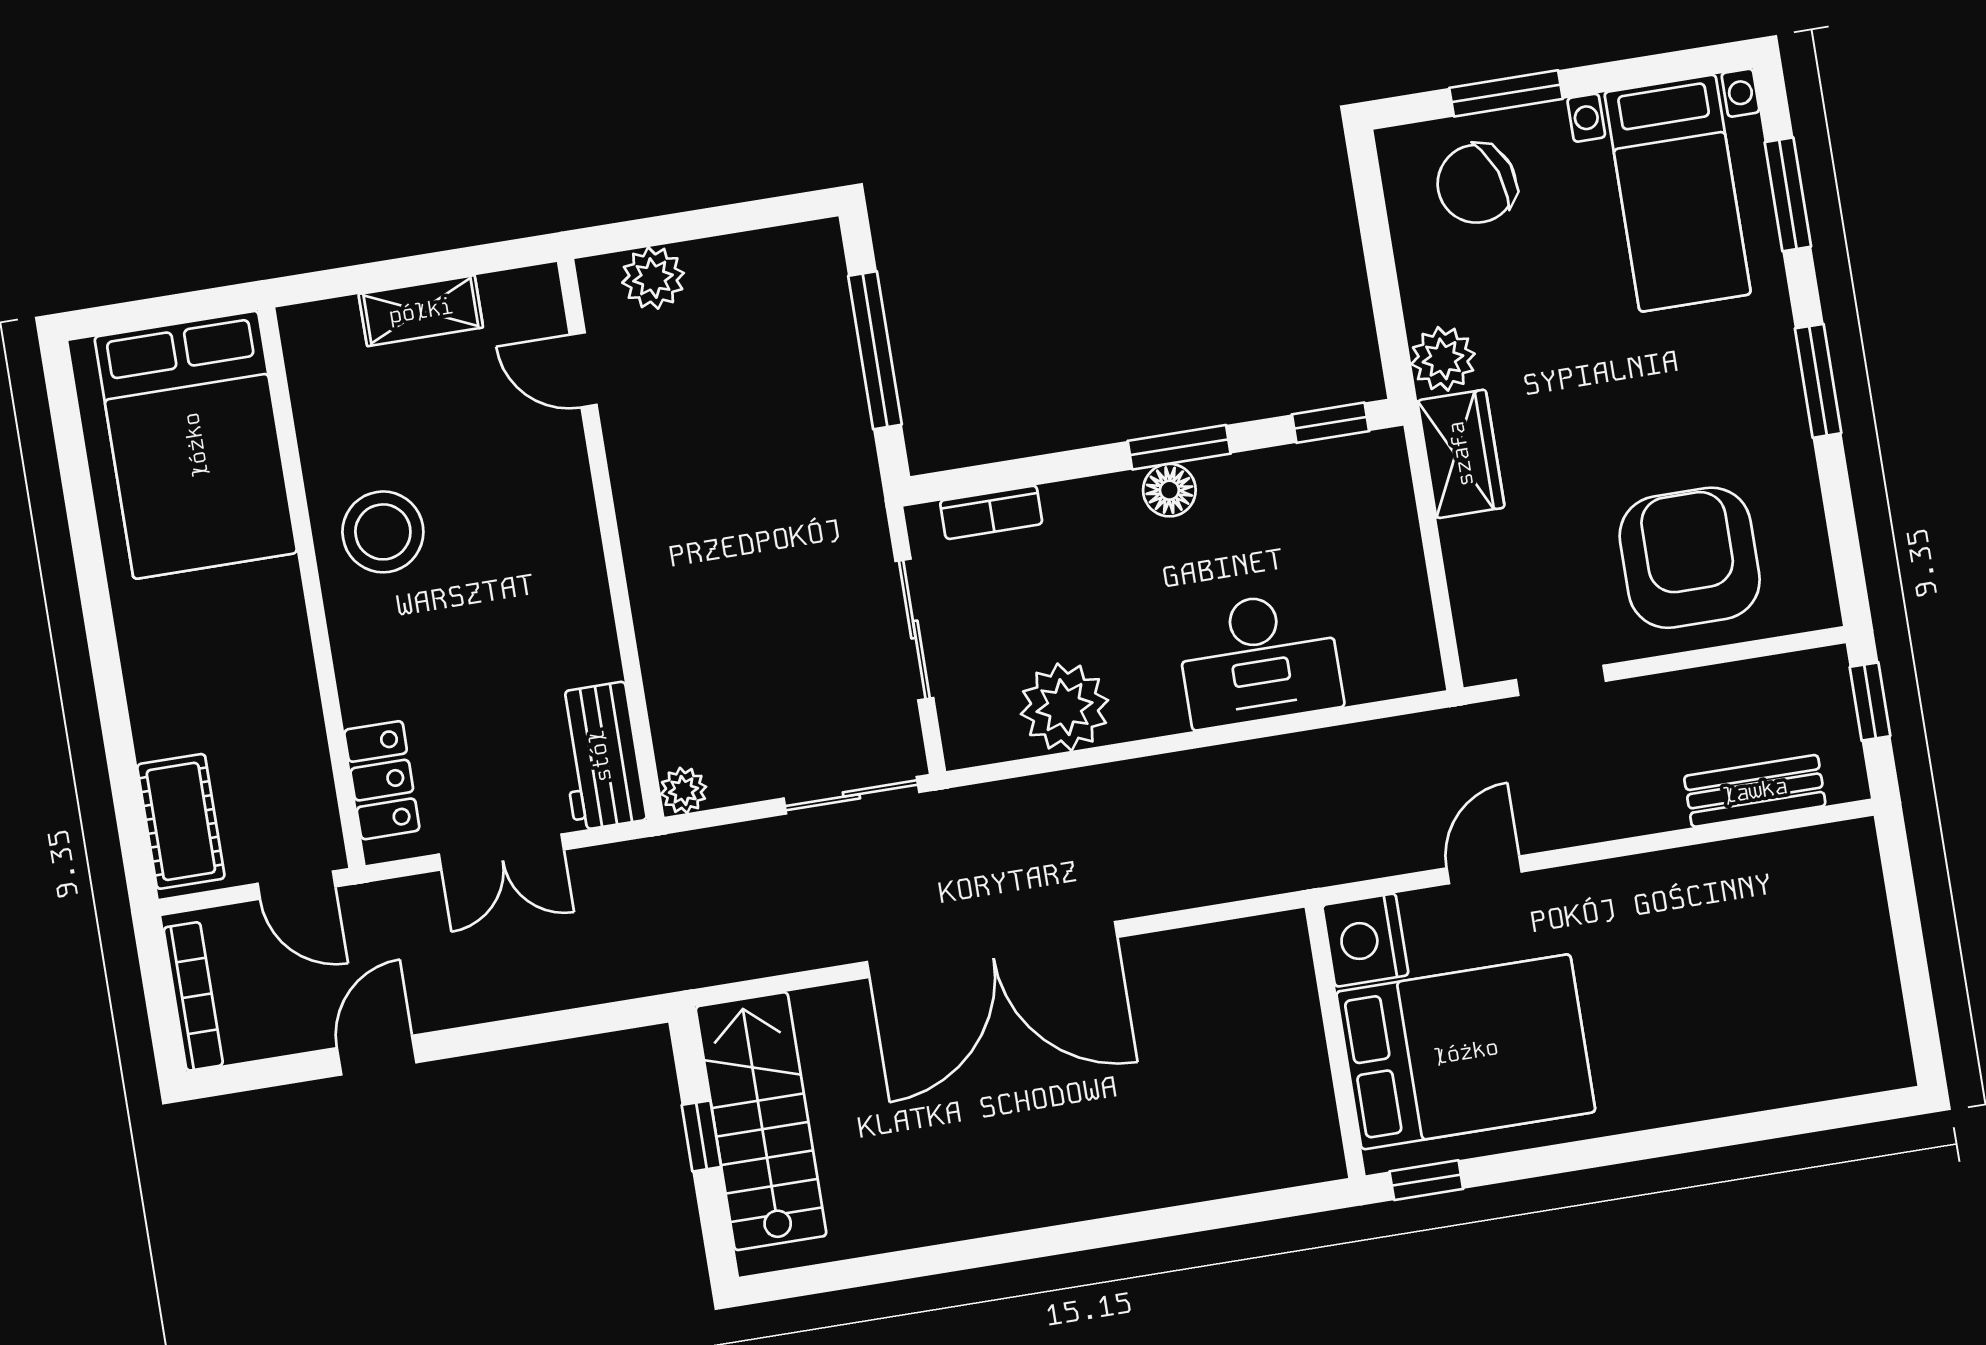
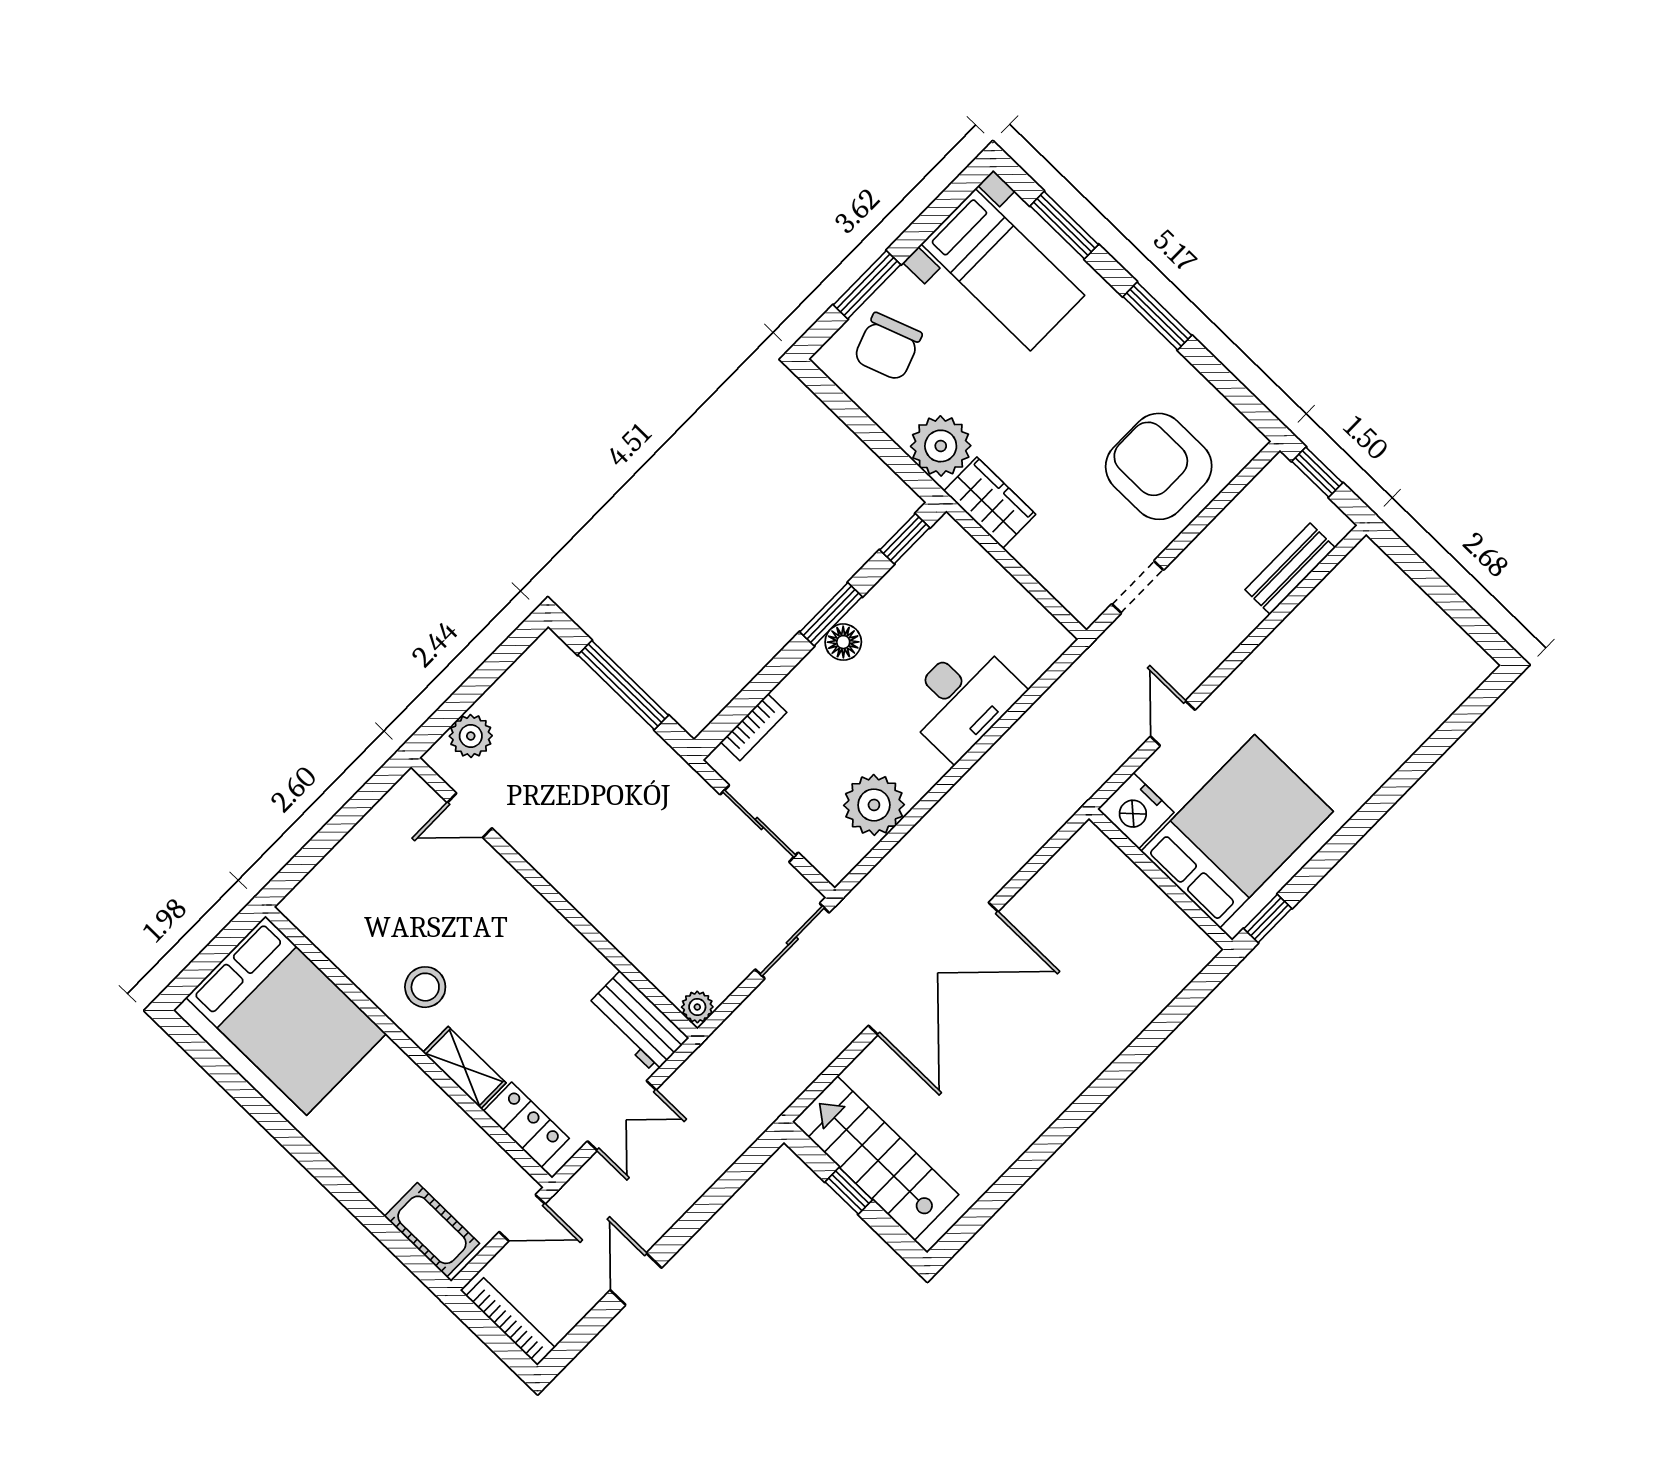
shelving: (421, 311) -> (464, 1068), moved, turned 90
plant: (1443, 359) -> (941, 446), width x1.36, depth x1.36
stool: (383, 532) -> (425, 987), width x0.73, depth x0.73

